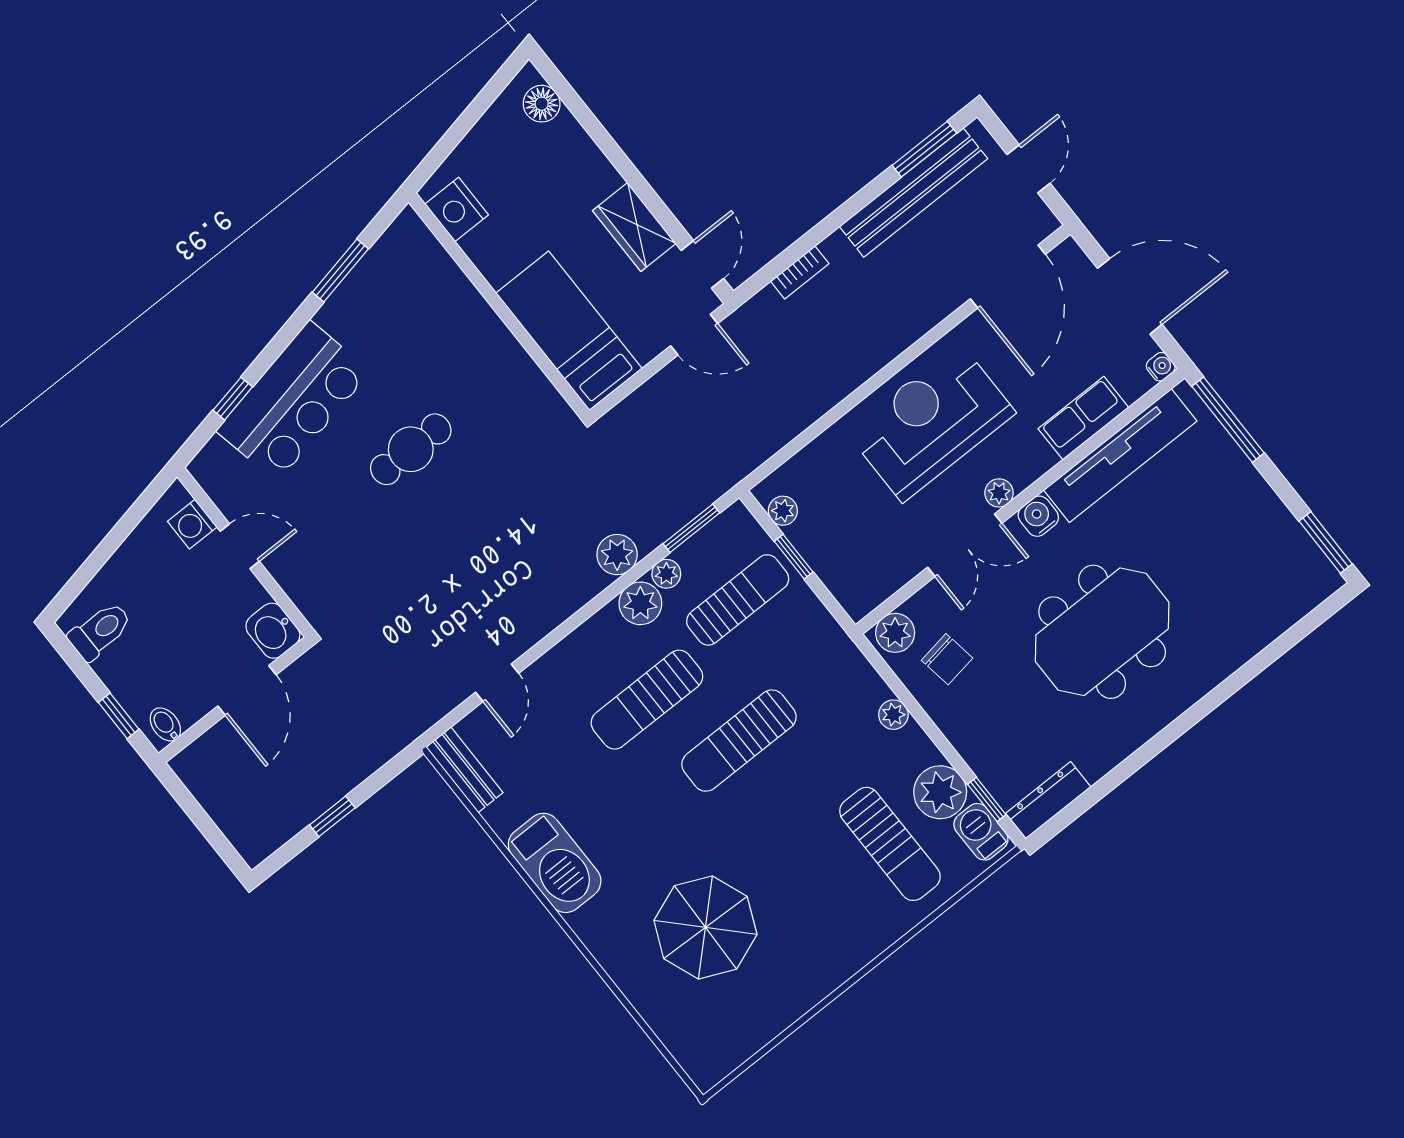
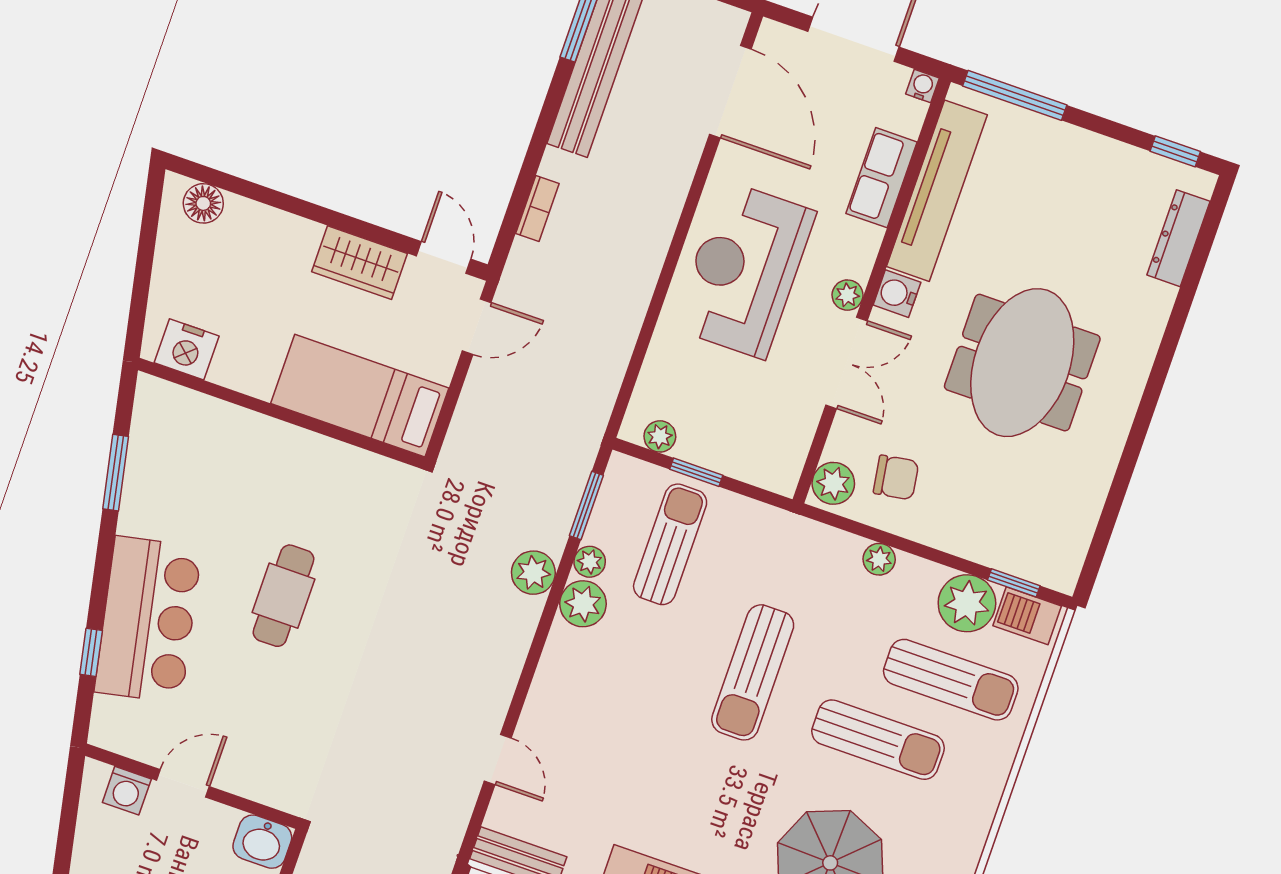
window: (1326, 542) -> (1175, 151), width x0.67
sun lounger: (647, 700) -> (878, 740), moved, turned -90
dresser: (1048, 800) -> (1178, 238), moved

